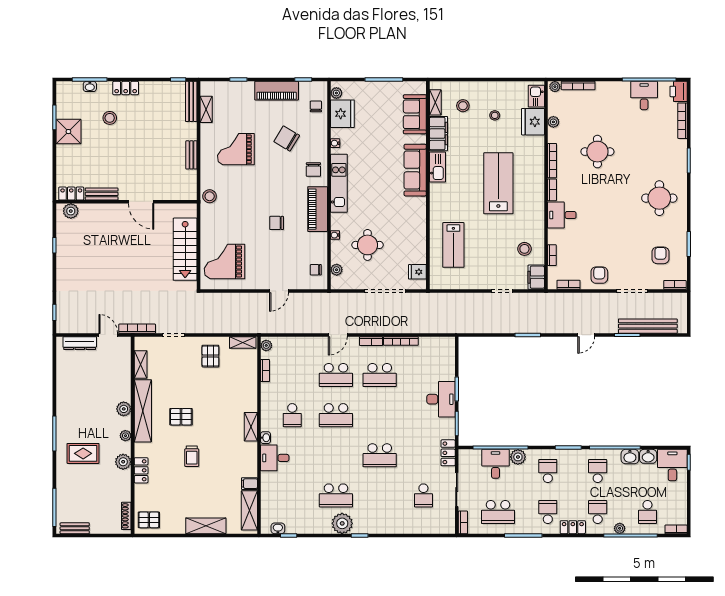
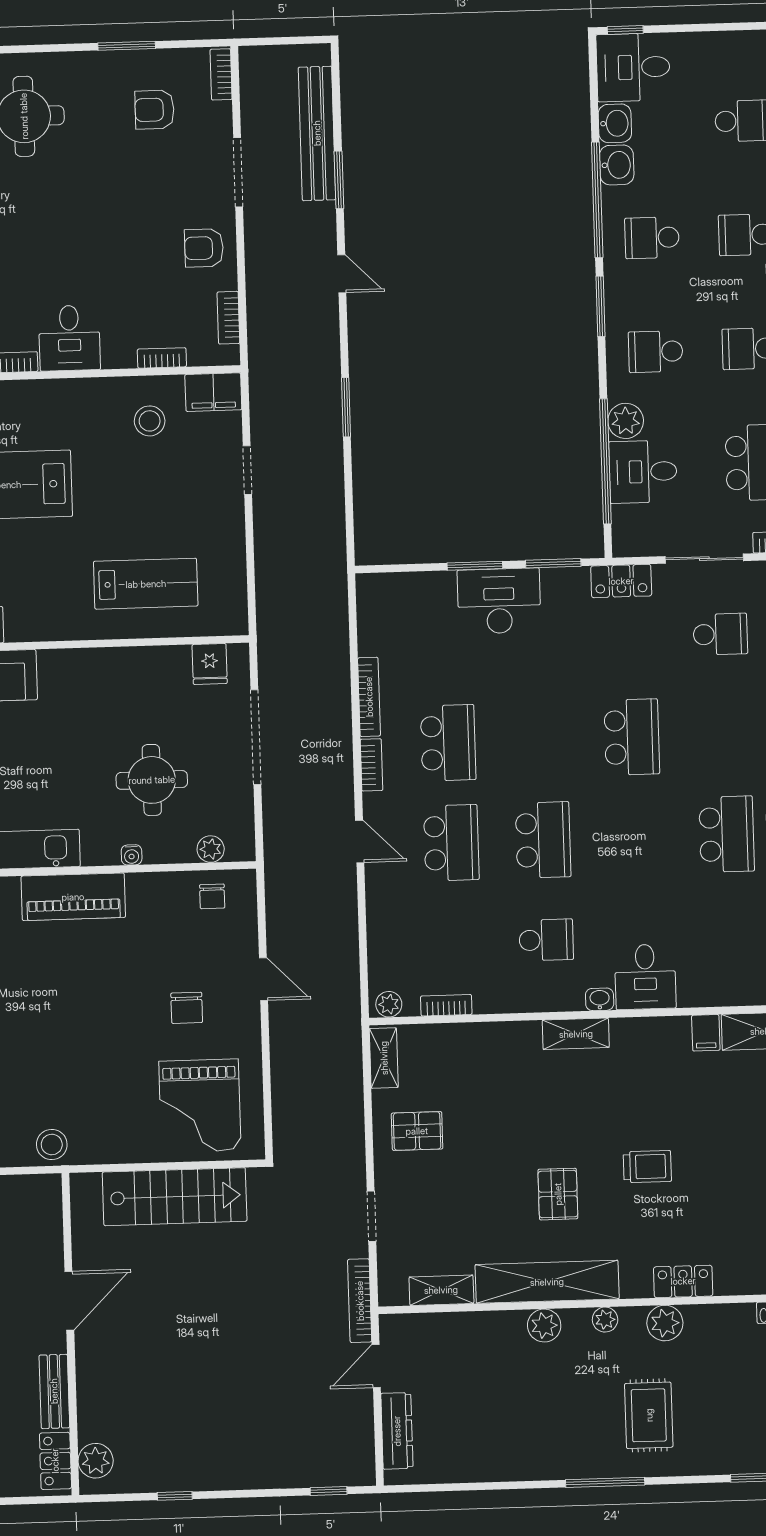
chair: (277, 223) -> (187, 1008), moved

